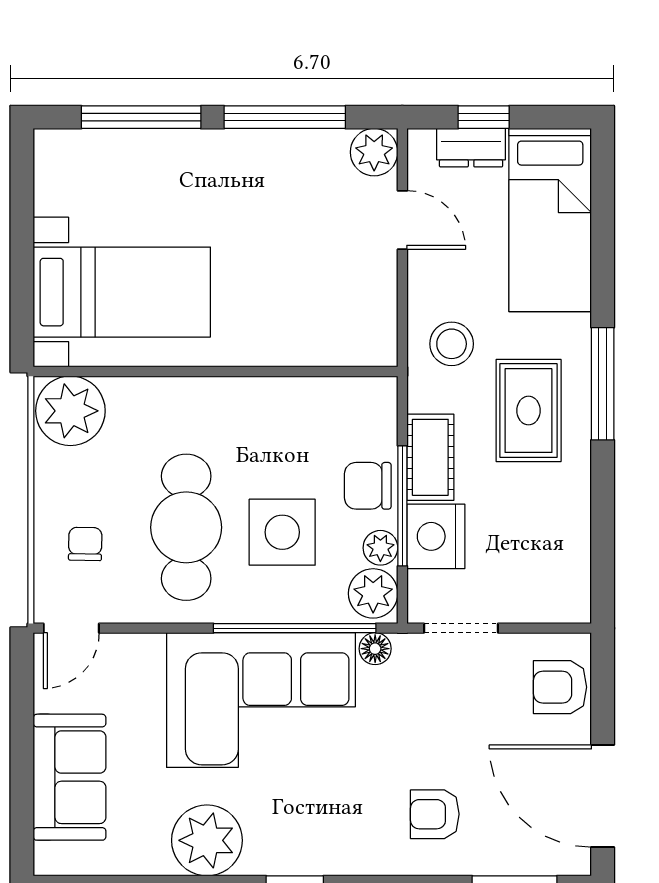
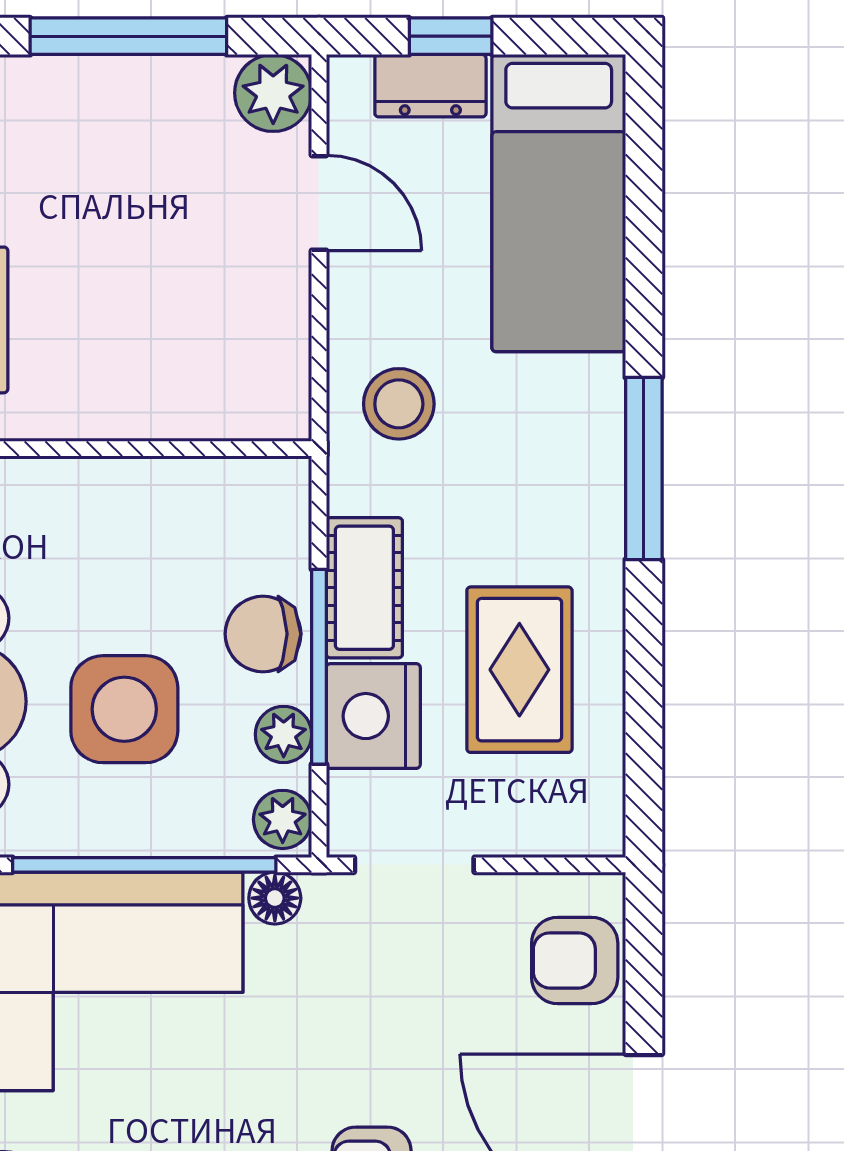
rug: (529, 411) -> (519, 670), moved
plant: (373, 593) -> (283, 819), width x0.73, depth x0.73

